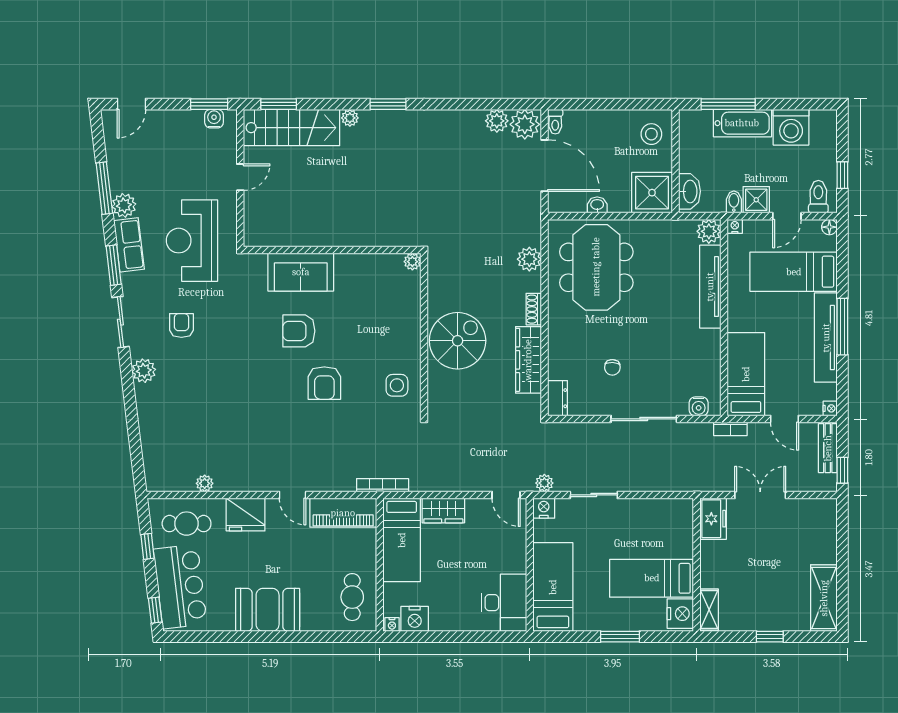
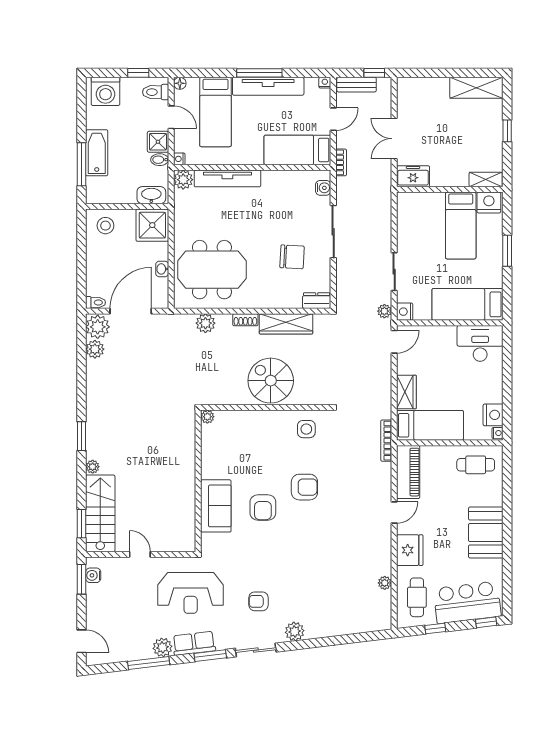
washing machine: (791, 127) -> (106, 91), moved, turned 90
chair: (612, 367) -> (292, 257), width x1.87, depth x1.87

